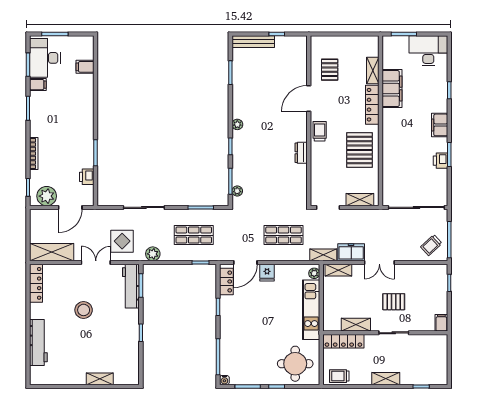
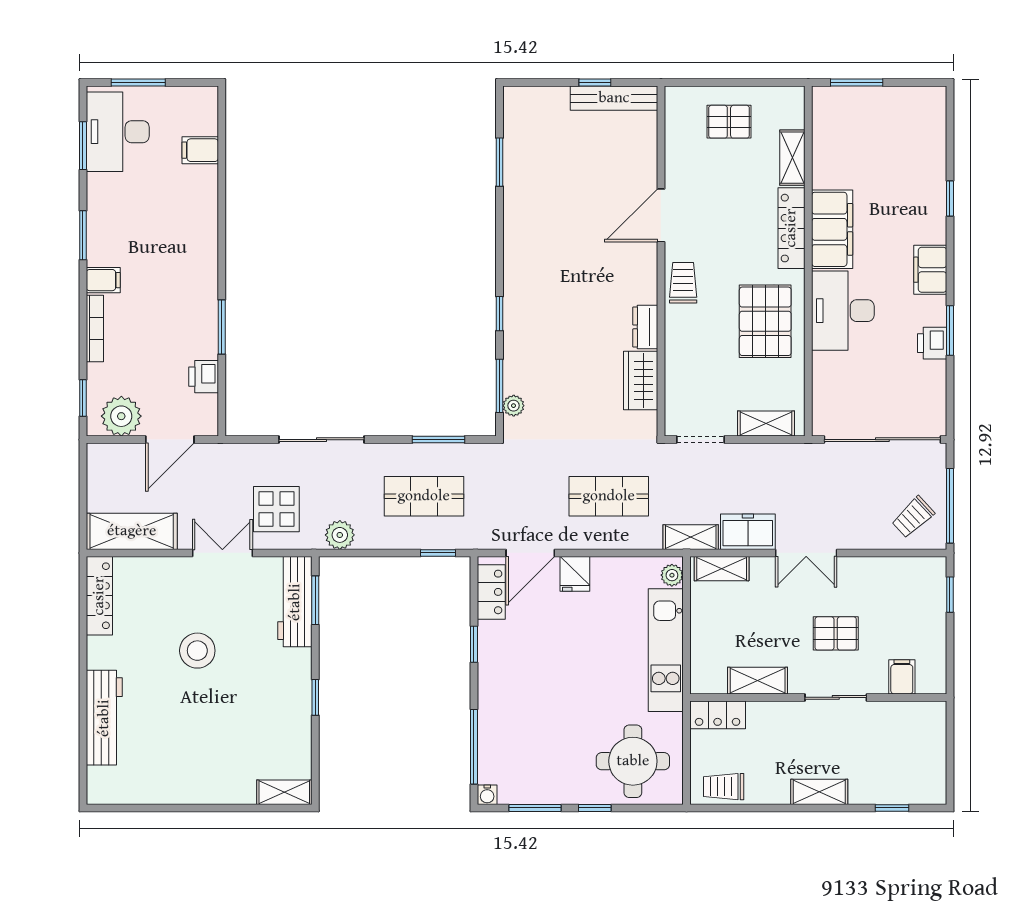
bench: (253, 42) -> (614, 98), moved
desk: (428, 51) -> (843, 311), moved, turned -90
pallet: (330, 70) -> (729, 122), moved, turned 90
filing cabinet: (38, 85) -> (103, 280), moved
filing cabinet: (392, 89) -> (832, 229), moved
plant: (237, 124) -> (514, 269), removed
wardrobe: (299, 179) -> (641, 380), added
filing cabinet: (441, 323) -> (902, 677), moved
locker: (343, 341) -> (718, 715), width x0.66
shelving: (100, 379) -> (284, 792), moved

